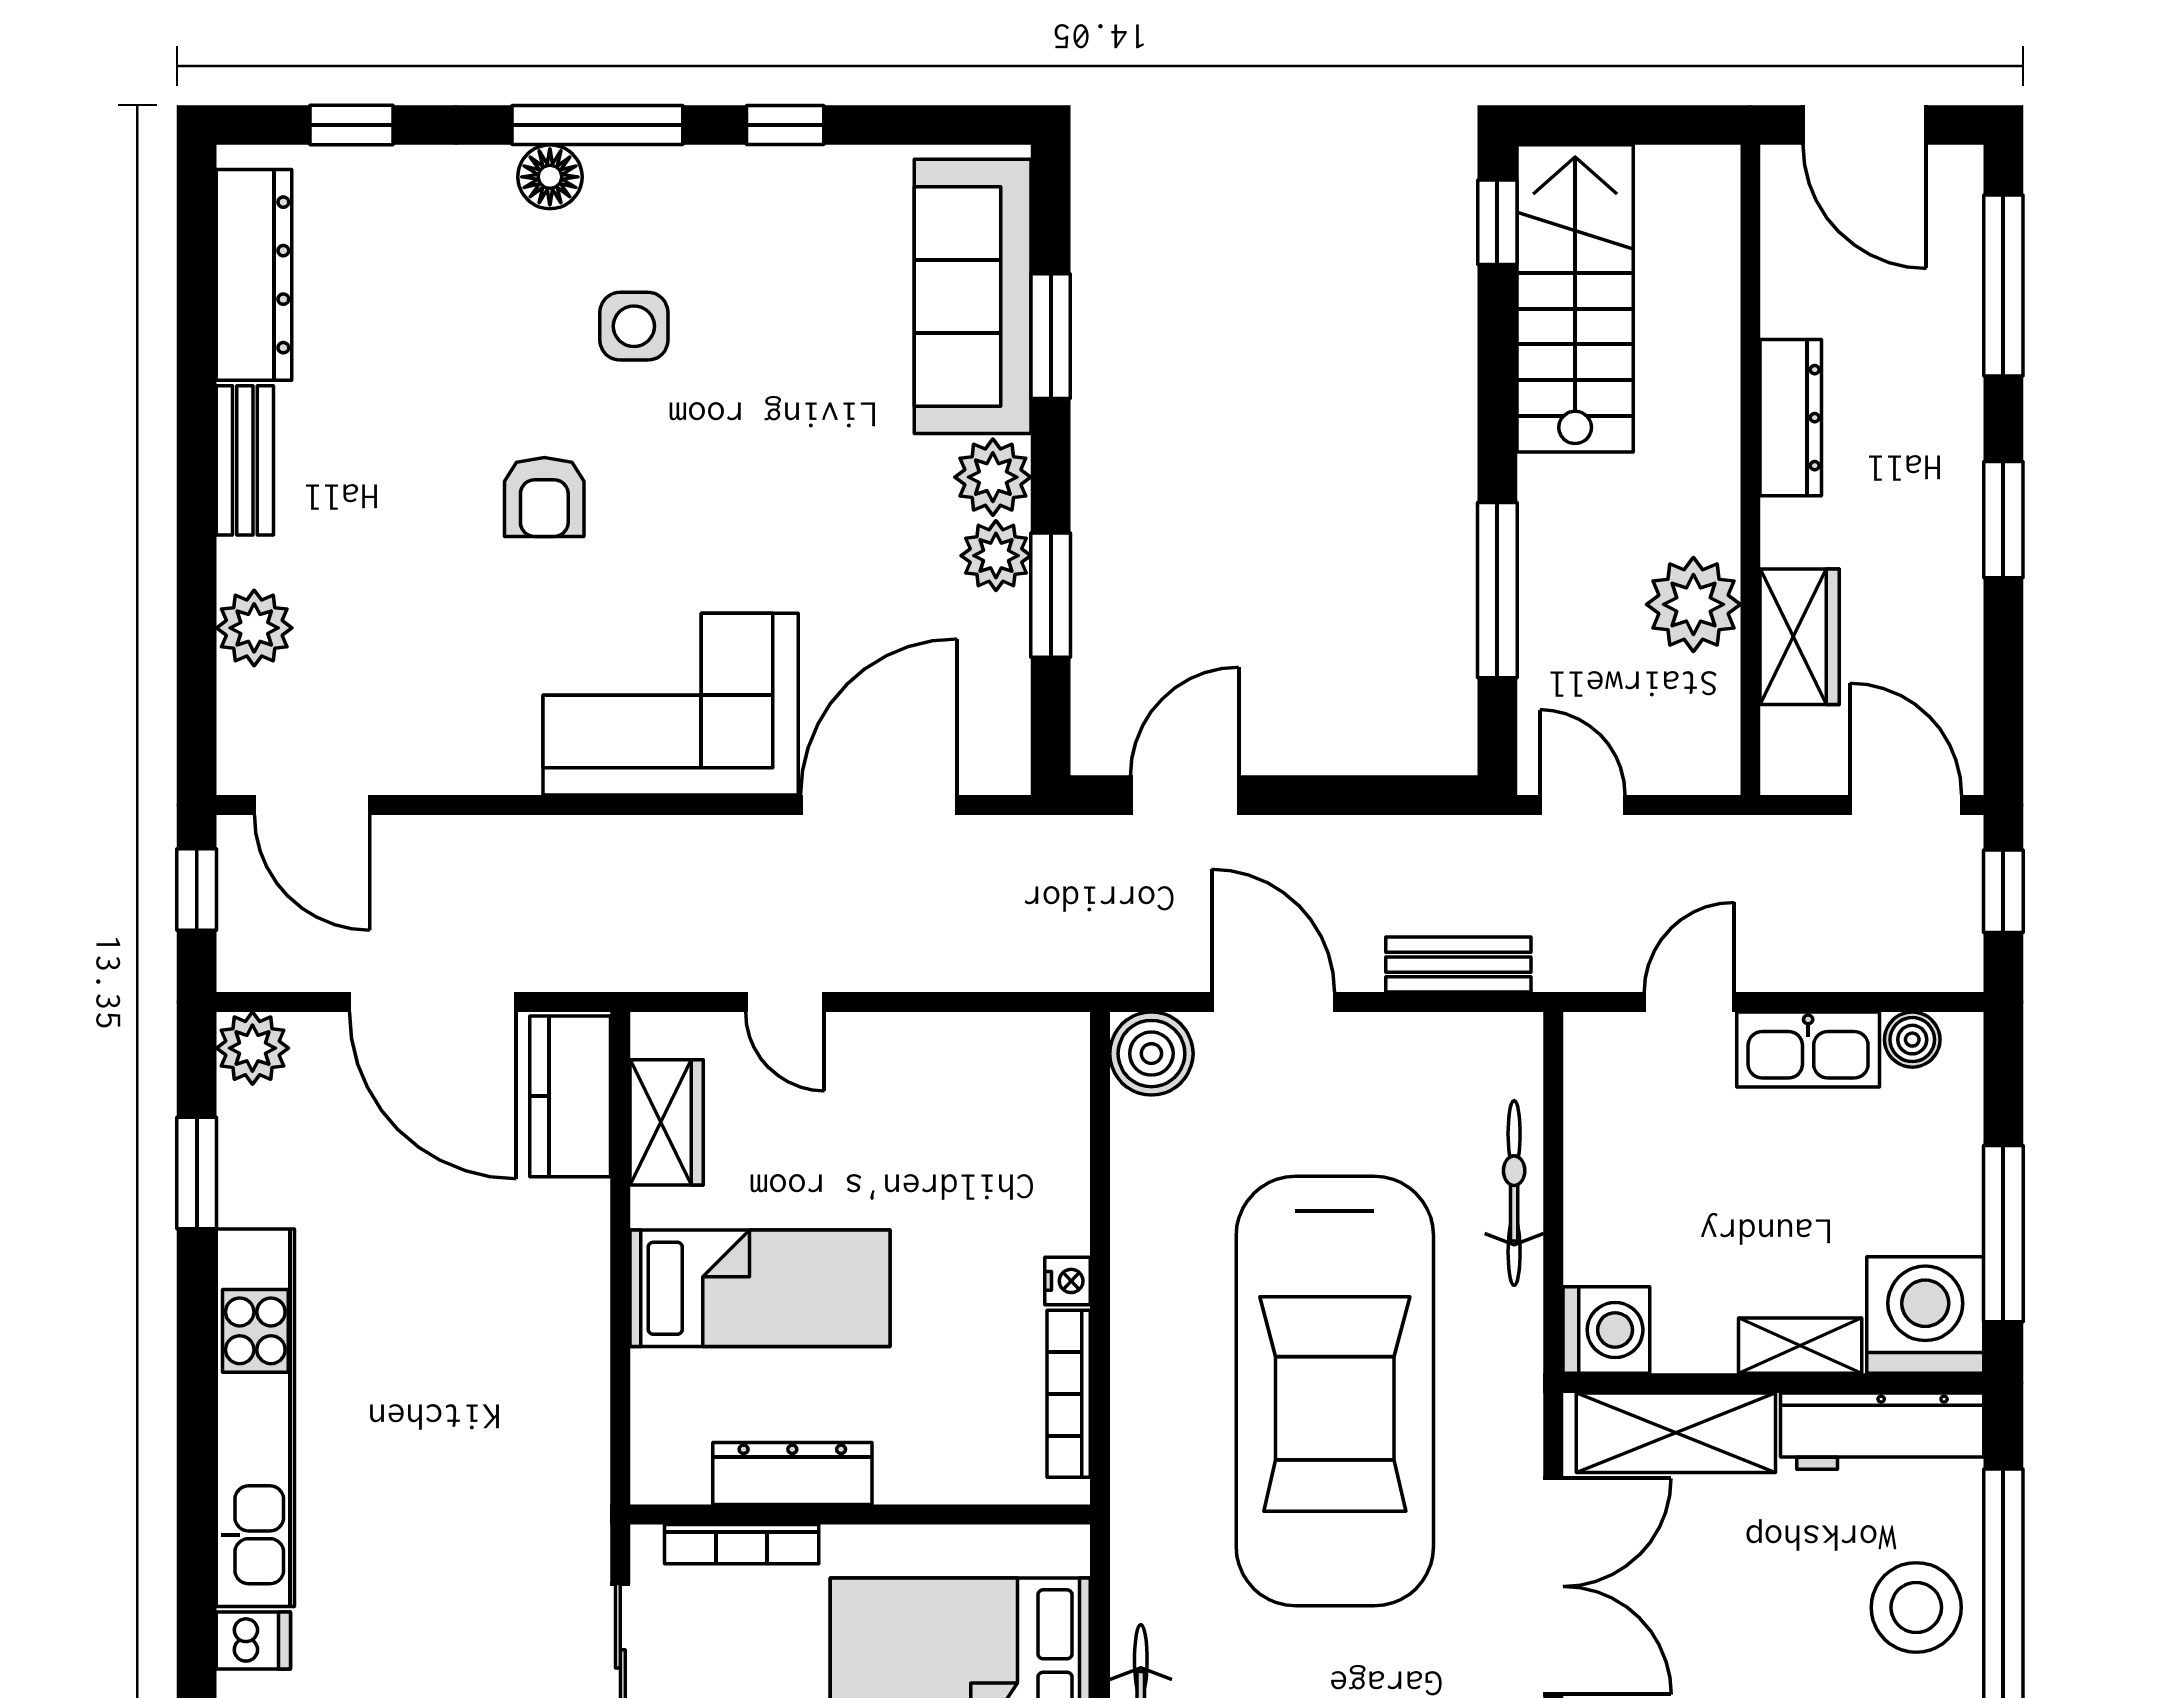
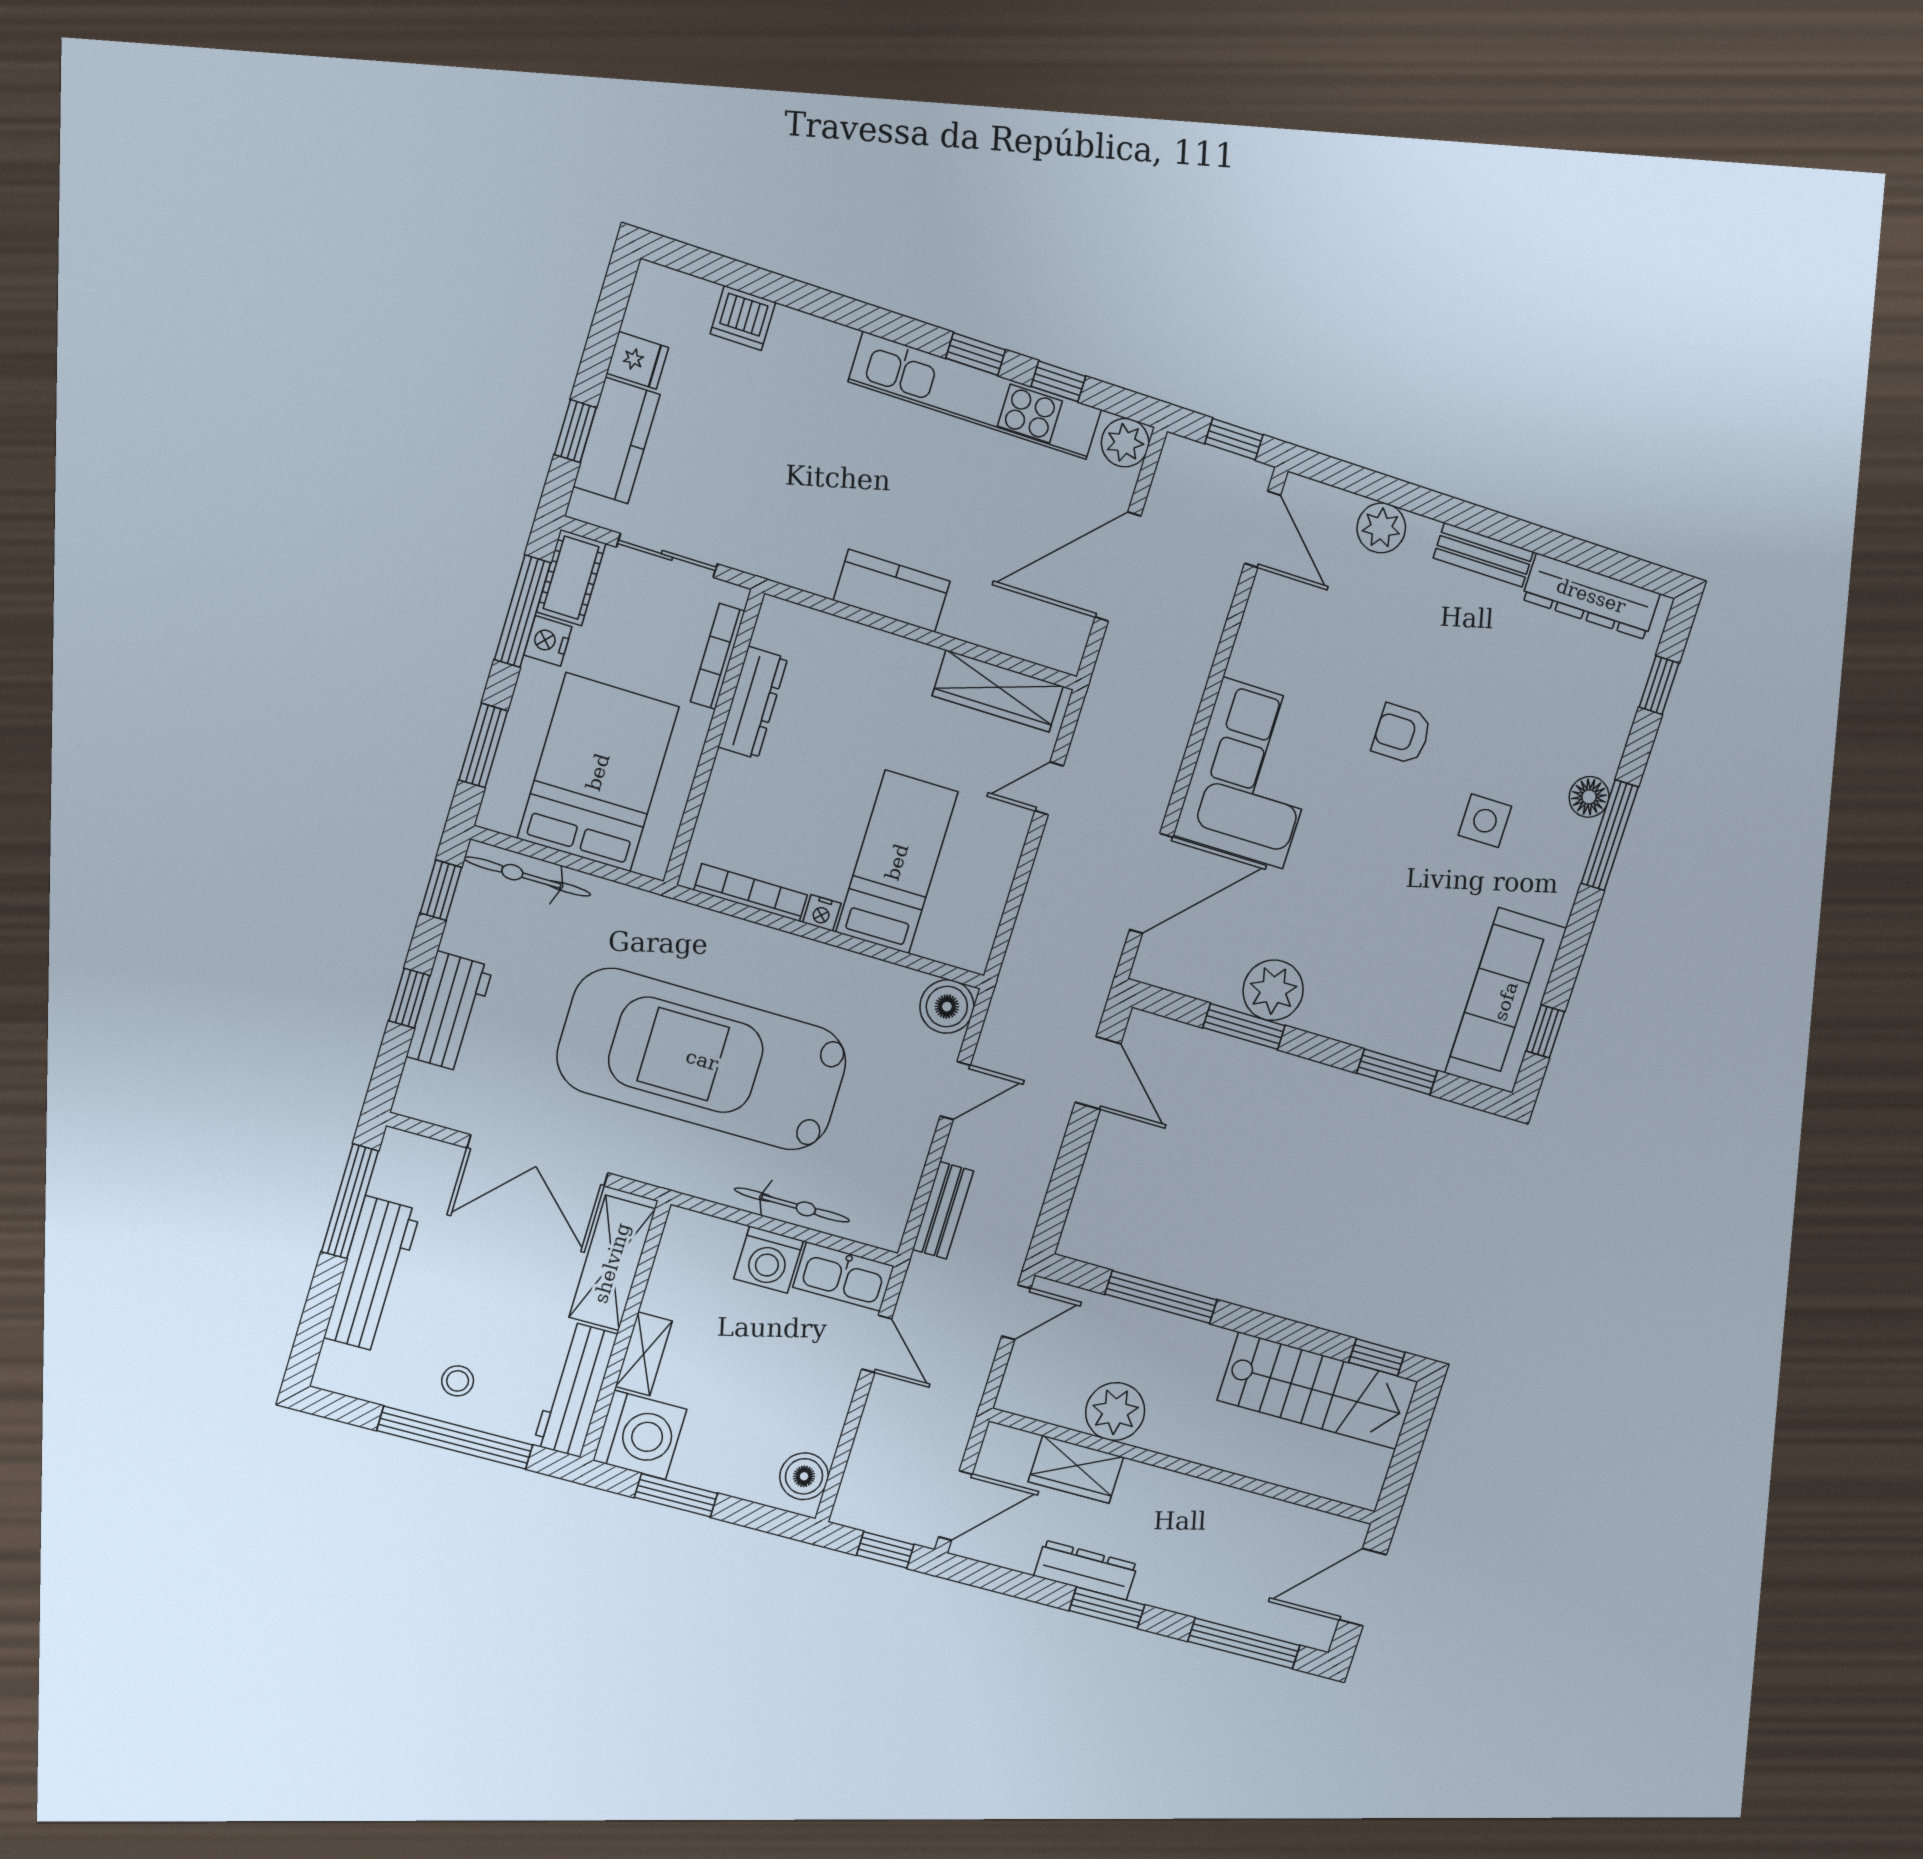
window: (785, 125) -> (1545, 1031), moved
sofa: (973, 296) -> (1506, 1001), moved, turned -90
dresser: (1791, 418) -> (1086, 1570), moved, turned 180
plant: (993, 477) -> (1325, 1012), removed
plant: (996, 556) -> (1273, 990), width x1.36, depth x1.36
door: (312, 805) -> (1263, 529), swing flipped
door: (879, 805) -> (1151, 883), hinge flipped
door: (1273, 1002) -> (955, 1091), width x0.73
boiler: (1912, 1040) -> (804, 1476), width x1.36, depth x1.36
kitchen sink: (1808, 1050) -> (844, 1277), moved, turned -90
kitchen counter: (570, 1096) -> (892, 591), moved
wardrobe: (667, 1122) -> (998, 691), width x1.50
window: (197, 1173) -> (1058, 381), width x0.67
window: (2003, 1234) -> (676, 1495), width x0.69
bed: (760, 1288) -> (897, 862), moved, turned 180
window: (197, 1304) -> (976, 354), added
washing machine: (1606, 1330) -> (769, 1260), moved
kitchen unit: (255, 1418) -> (975, 396), moved
stool: (1916, 1607) -> (458, 1381), width x0.53, depth x0.53
dishwasher: (253, 1641) -> (743, 318), width x1.38

